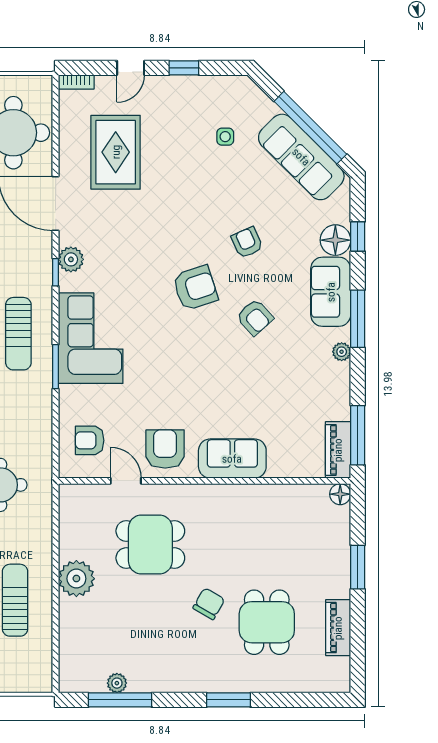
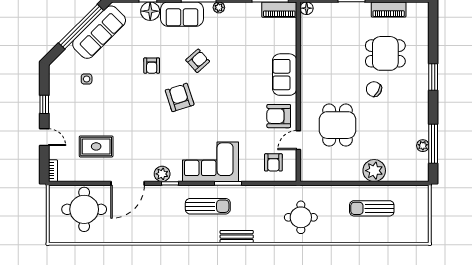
rug: (116, 152) -> (96, 146), width x0.73, depth x0.70
armchair: (247, 243) -> (152, 66), turned -66
plant: (76, 579) -> (374, 171), moved

